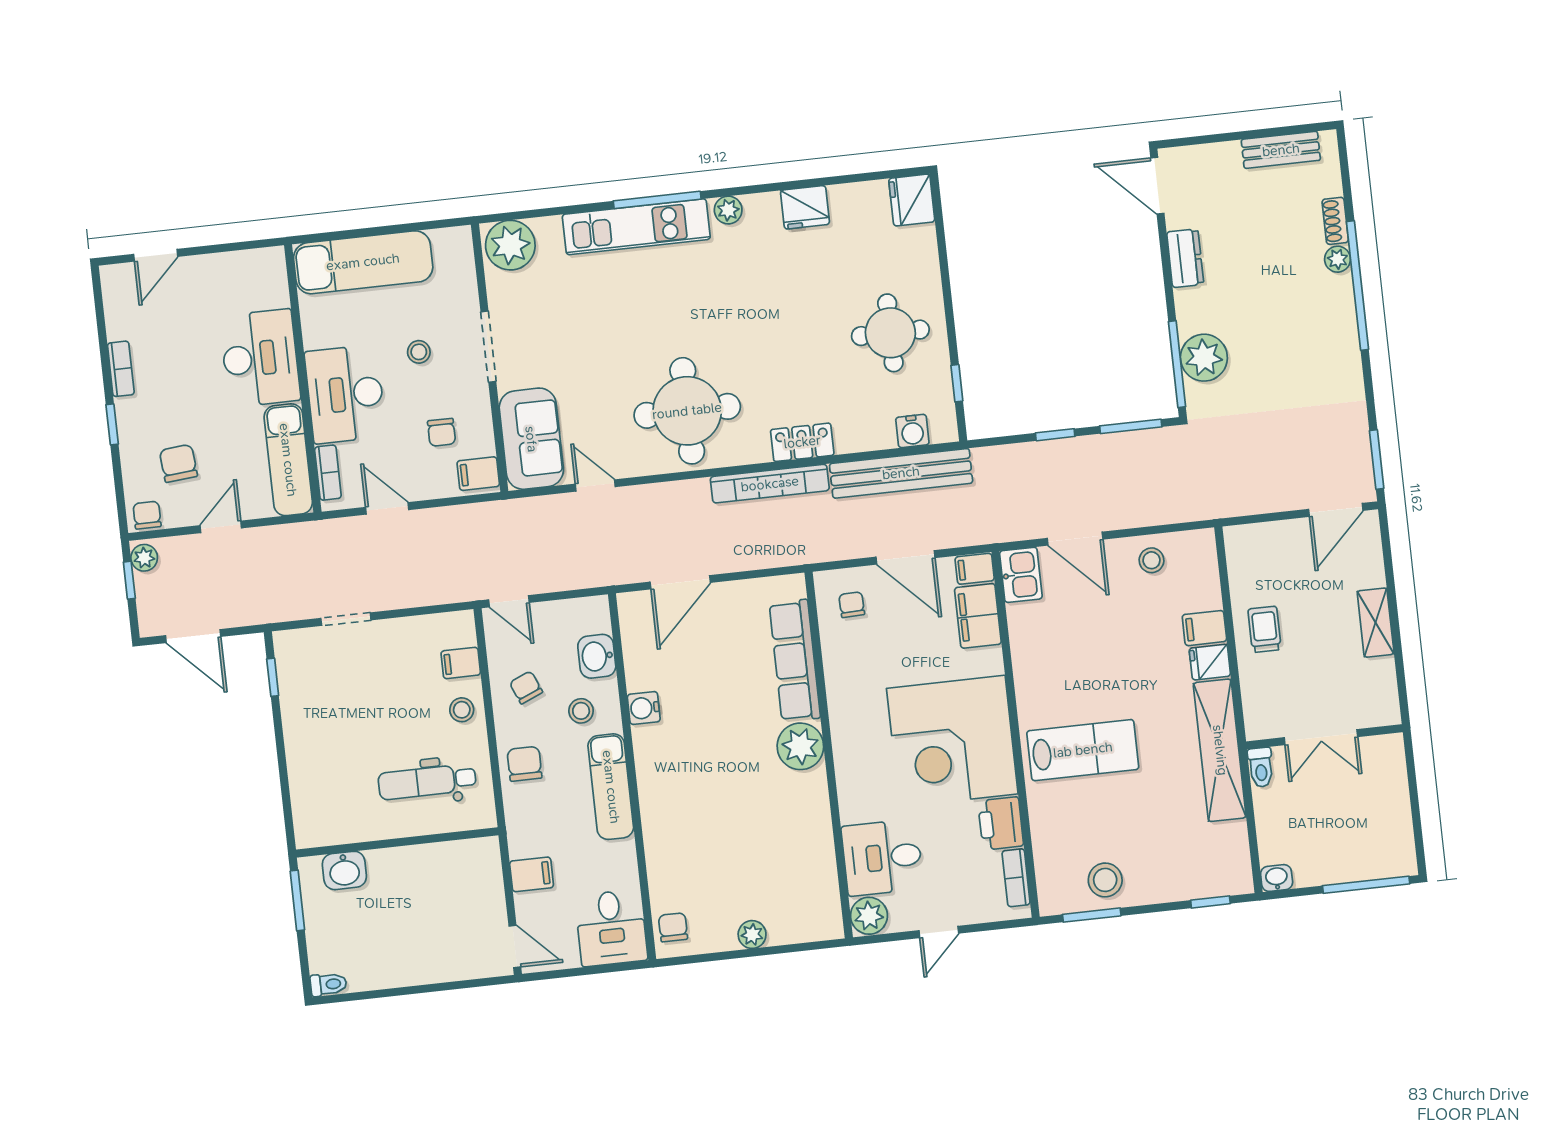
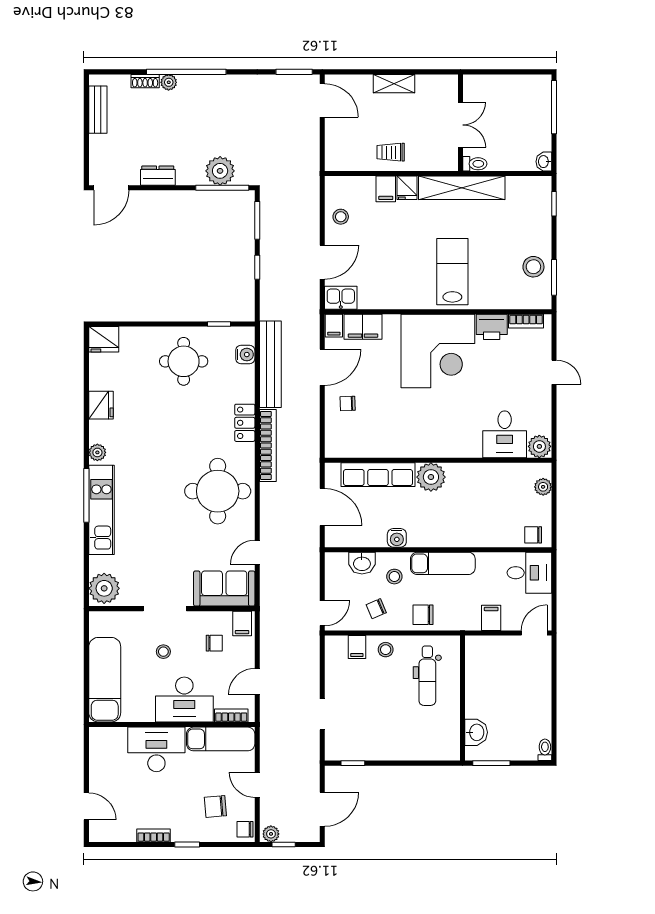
row of seats: (795, 661) -> (378, 475), moved
plant: (800, 746) -> (431, 477), moved
wall: (829, 755) -> (438, 460), moved
desk: (882, 857) -> (505, 434), moved
plant: (869, 916) -> (539, 446), moved

